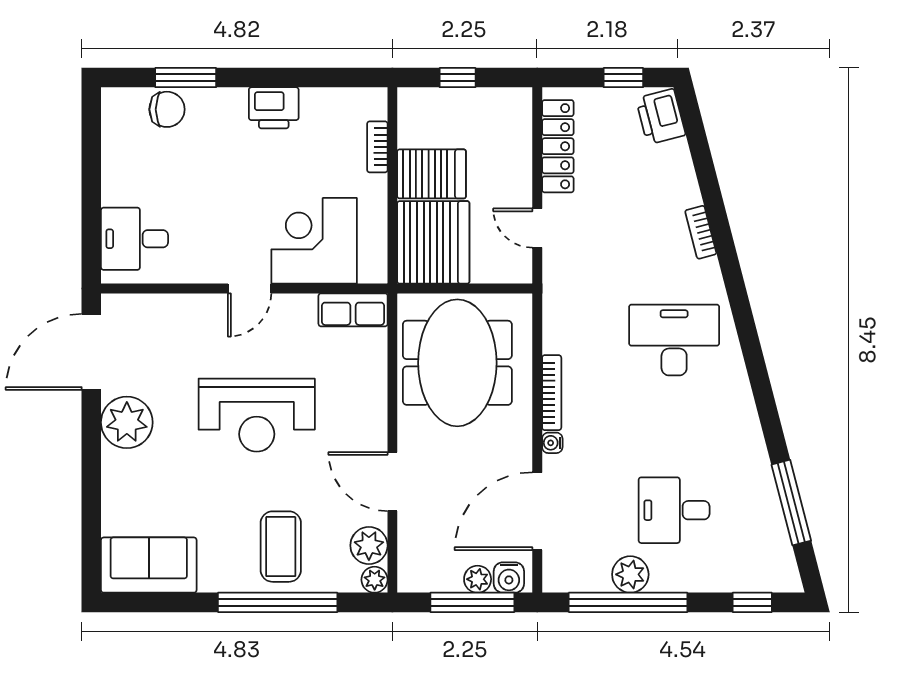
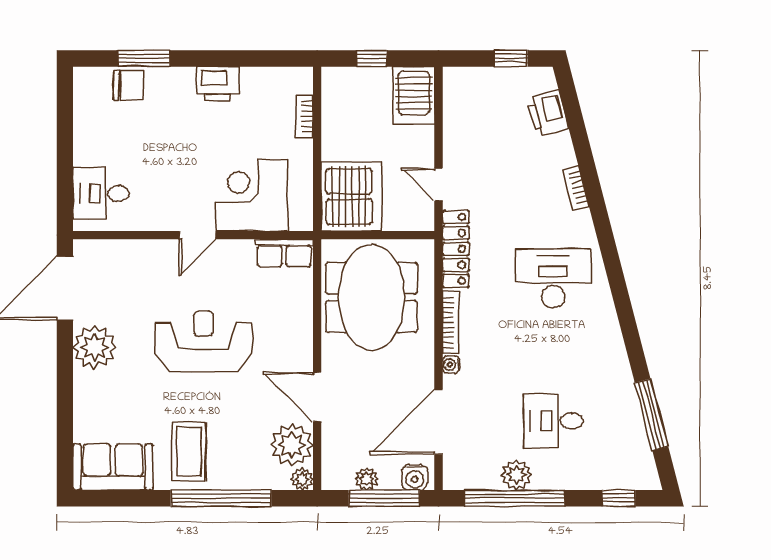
printer: (661, 117) -> (548, 113), moved
locker: (558, 146) -> (456, 249), moved
server rack: (432, 174) -> (414, 95), moved, turned 90
reception desk: (257, 415) -> (203, 341), turned 180
plant: (369, 545) -> (292, 445), width x1.36, depth x1.36
coffee table: (281, 547) -> (189, 452), moved
plant: (478, 579) -> (367, 479), moved

